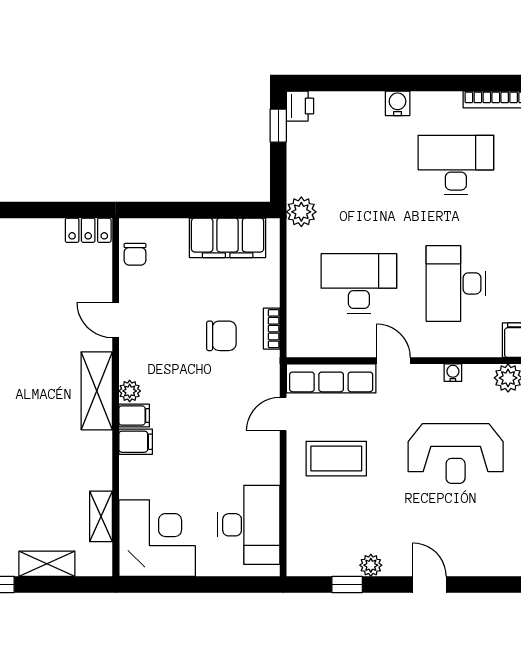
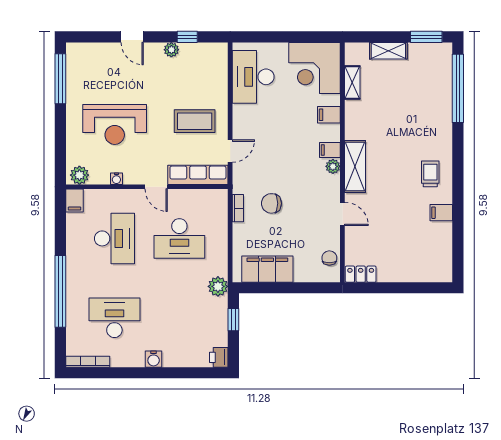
window: (278, 126) -> (233, 320), moved
desk: (456, 165) -> (114, 318), turned 180
filing cabinet: (136, 442) -> (329, 115), moved
reception desk: (456, 454) -> (115, 125), turned 180

